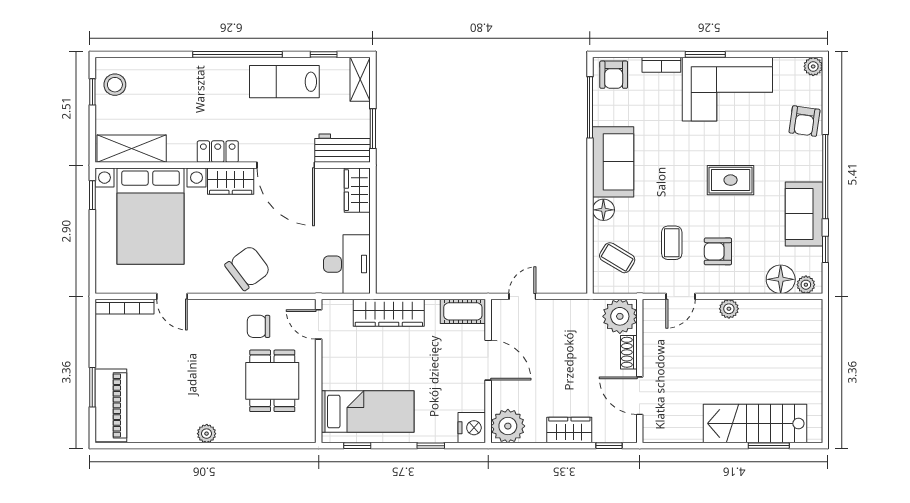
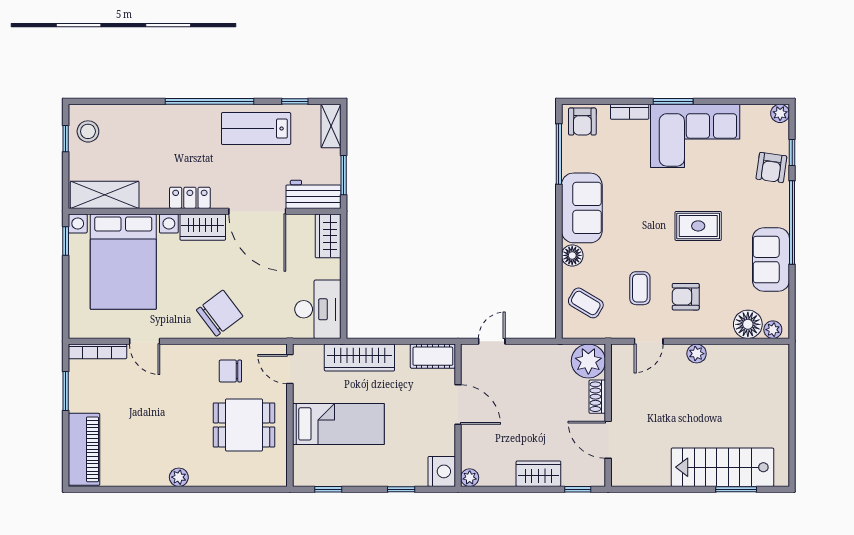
window: (825, 249) -> (792, 152), moved
dining table: (272, 381) -> (244, 425), turned 90
window: (92, 387) -> (66, 391), moved
bed: (368, 411) -> (338, 424), moved
plant: (508, 426) -> (470, 478), width x0.53, depth x0.53

